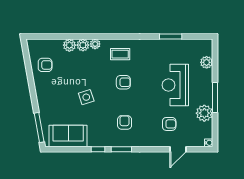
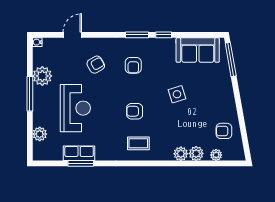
plant: (95, 44) -> (216, 155), moved
row of seats: (172, 45) -> (79, 153), added
armchair: (169, 124) -> (96, 65), moved, turned 150

